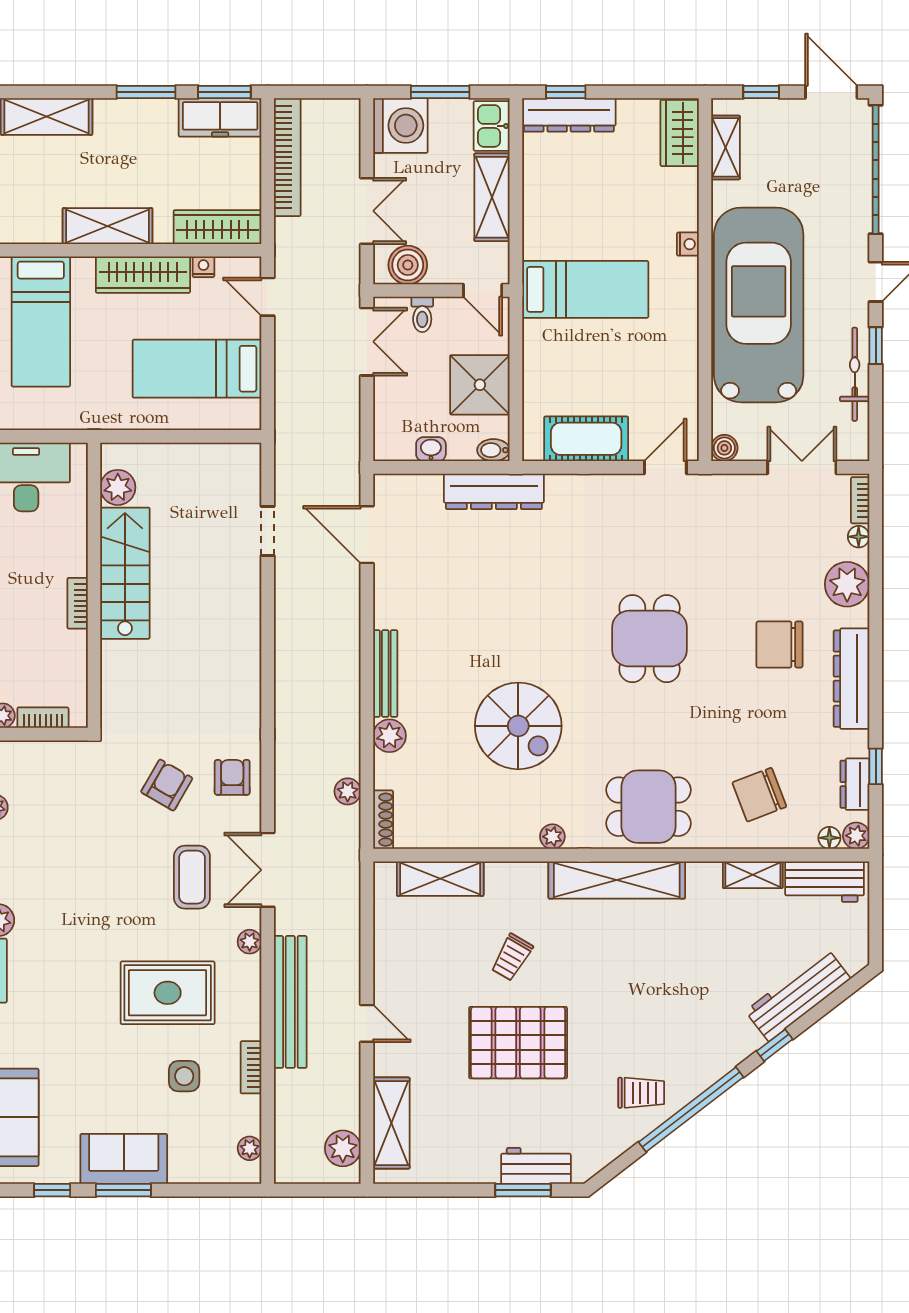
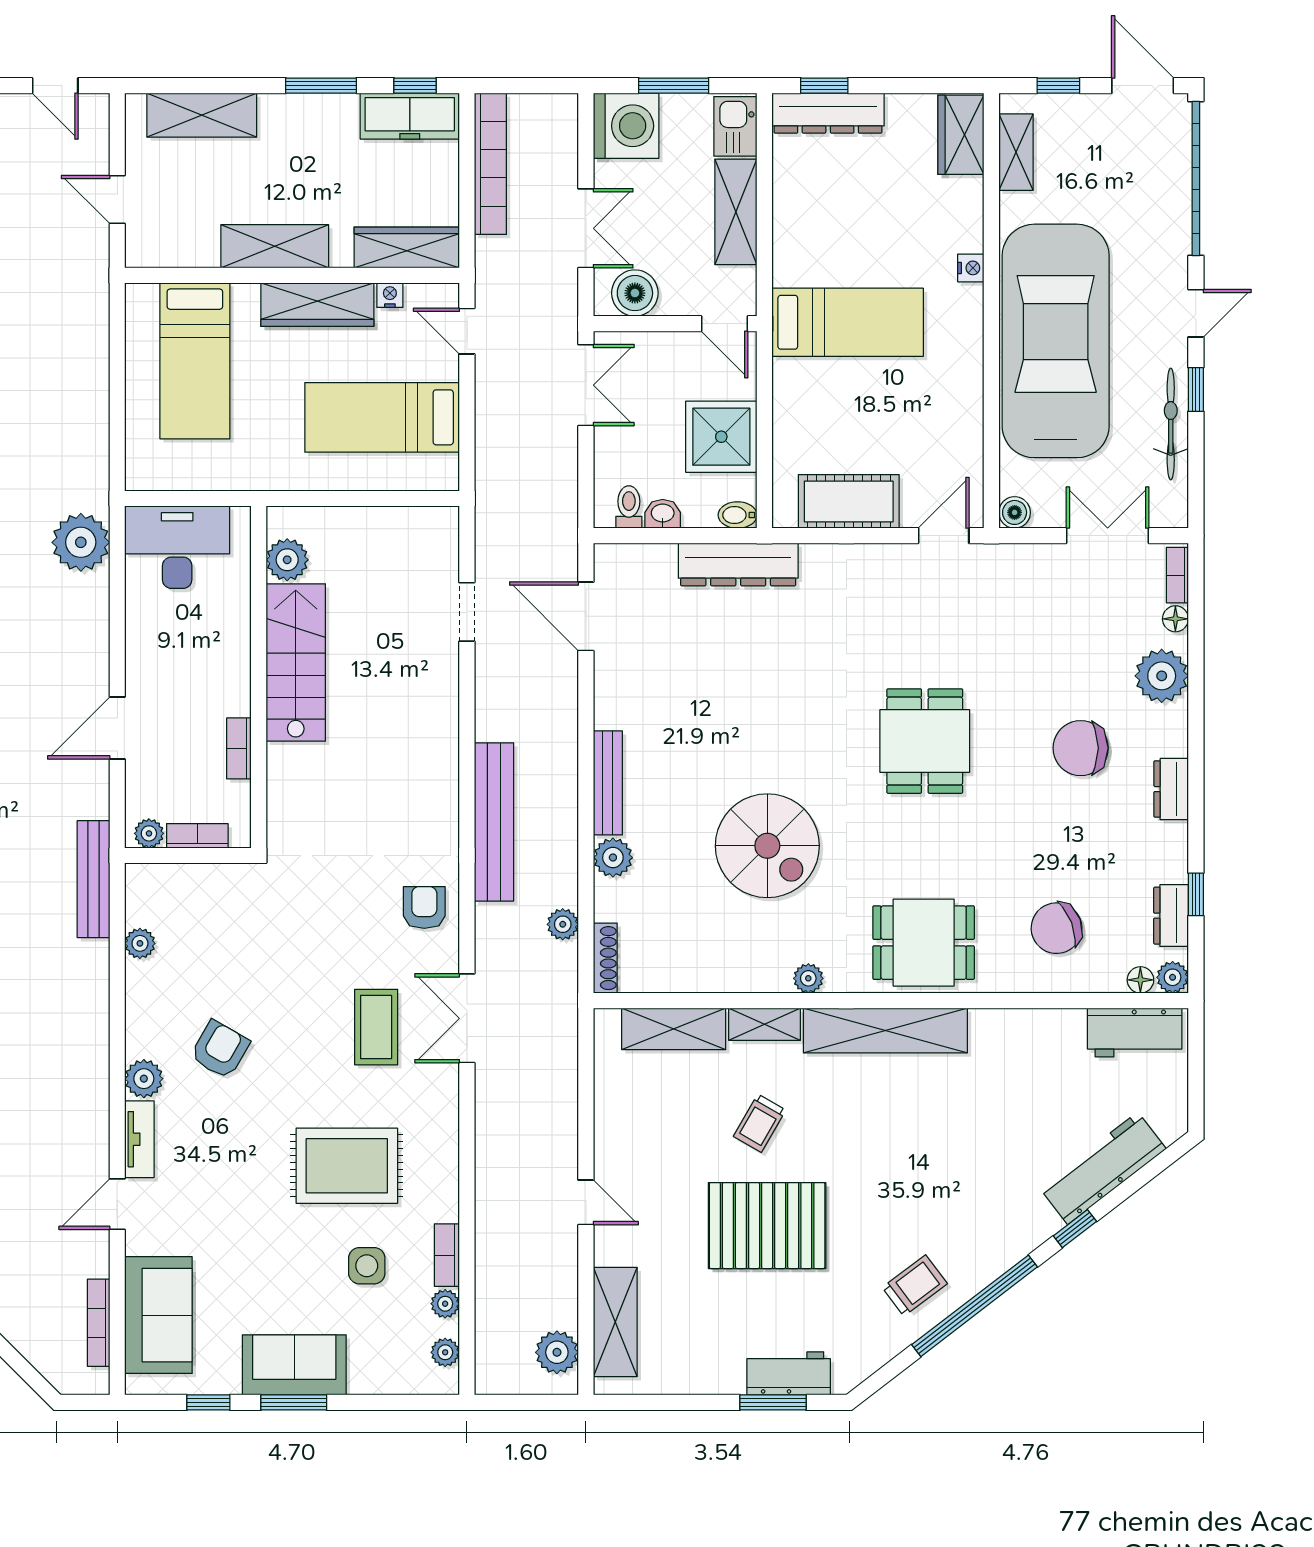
window: (224, 92) -> (415, 86), width x0.67
toilet: (422, 314) -> (629, 507), moved, turned 180
bookcase: (78, 603) -> (239, 748), moved
dresser: (852, 679) -> (1171, 789), width x0.51, depth x0.80
armchair: (167, 785) -> (220, 1050), moved
shelving: (753, 875) -> (765, 1024), moved
plant: (250, 942) -> (445, 1304), moved
bench: (290, 1002) -> (494, 822), moved
trolley: (641, 1093) -> (915, 1286), turned -37

